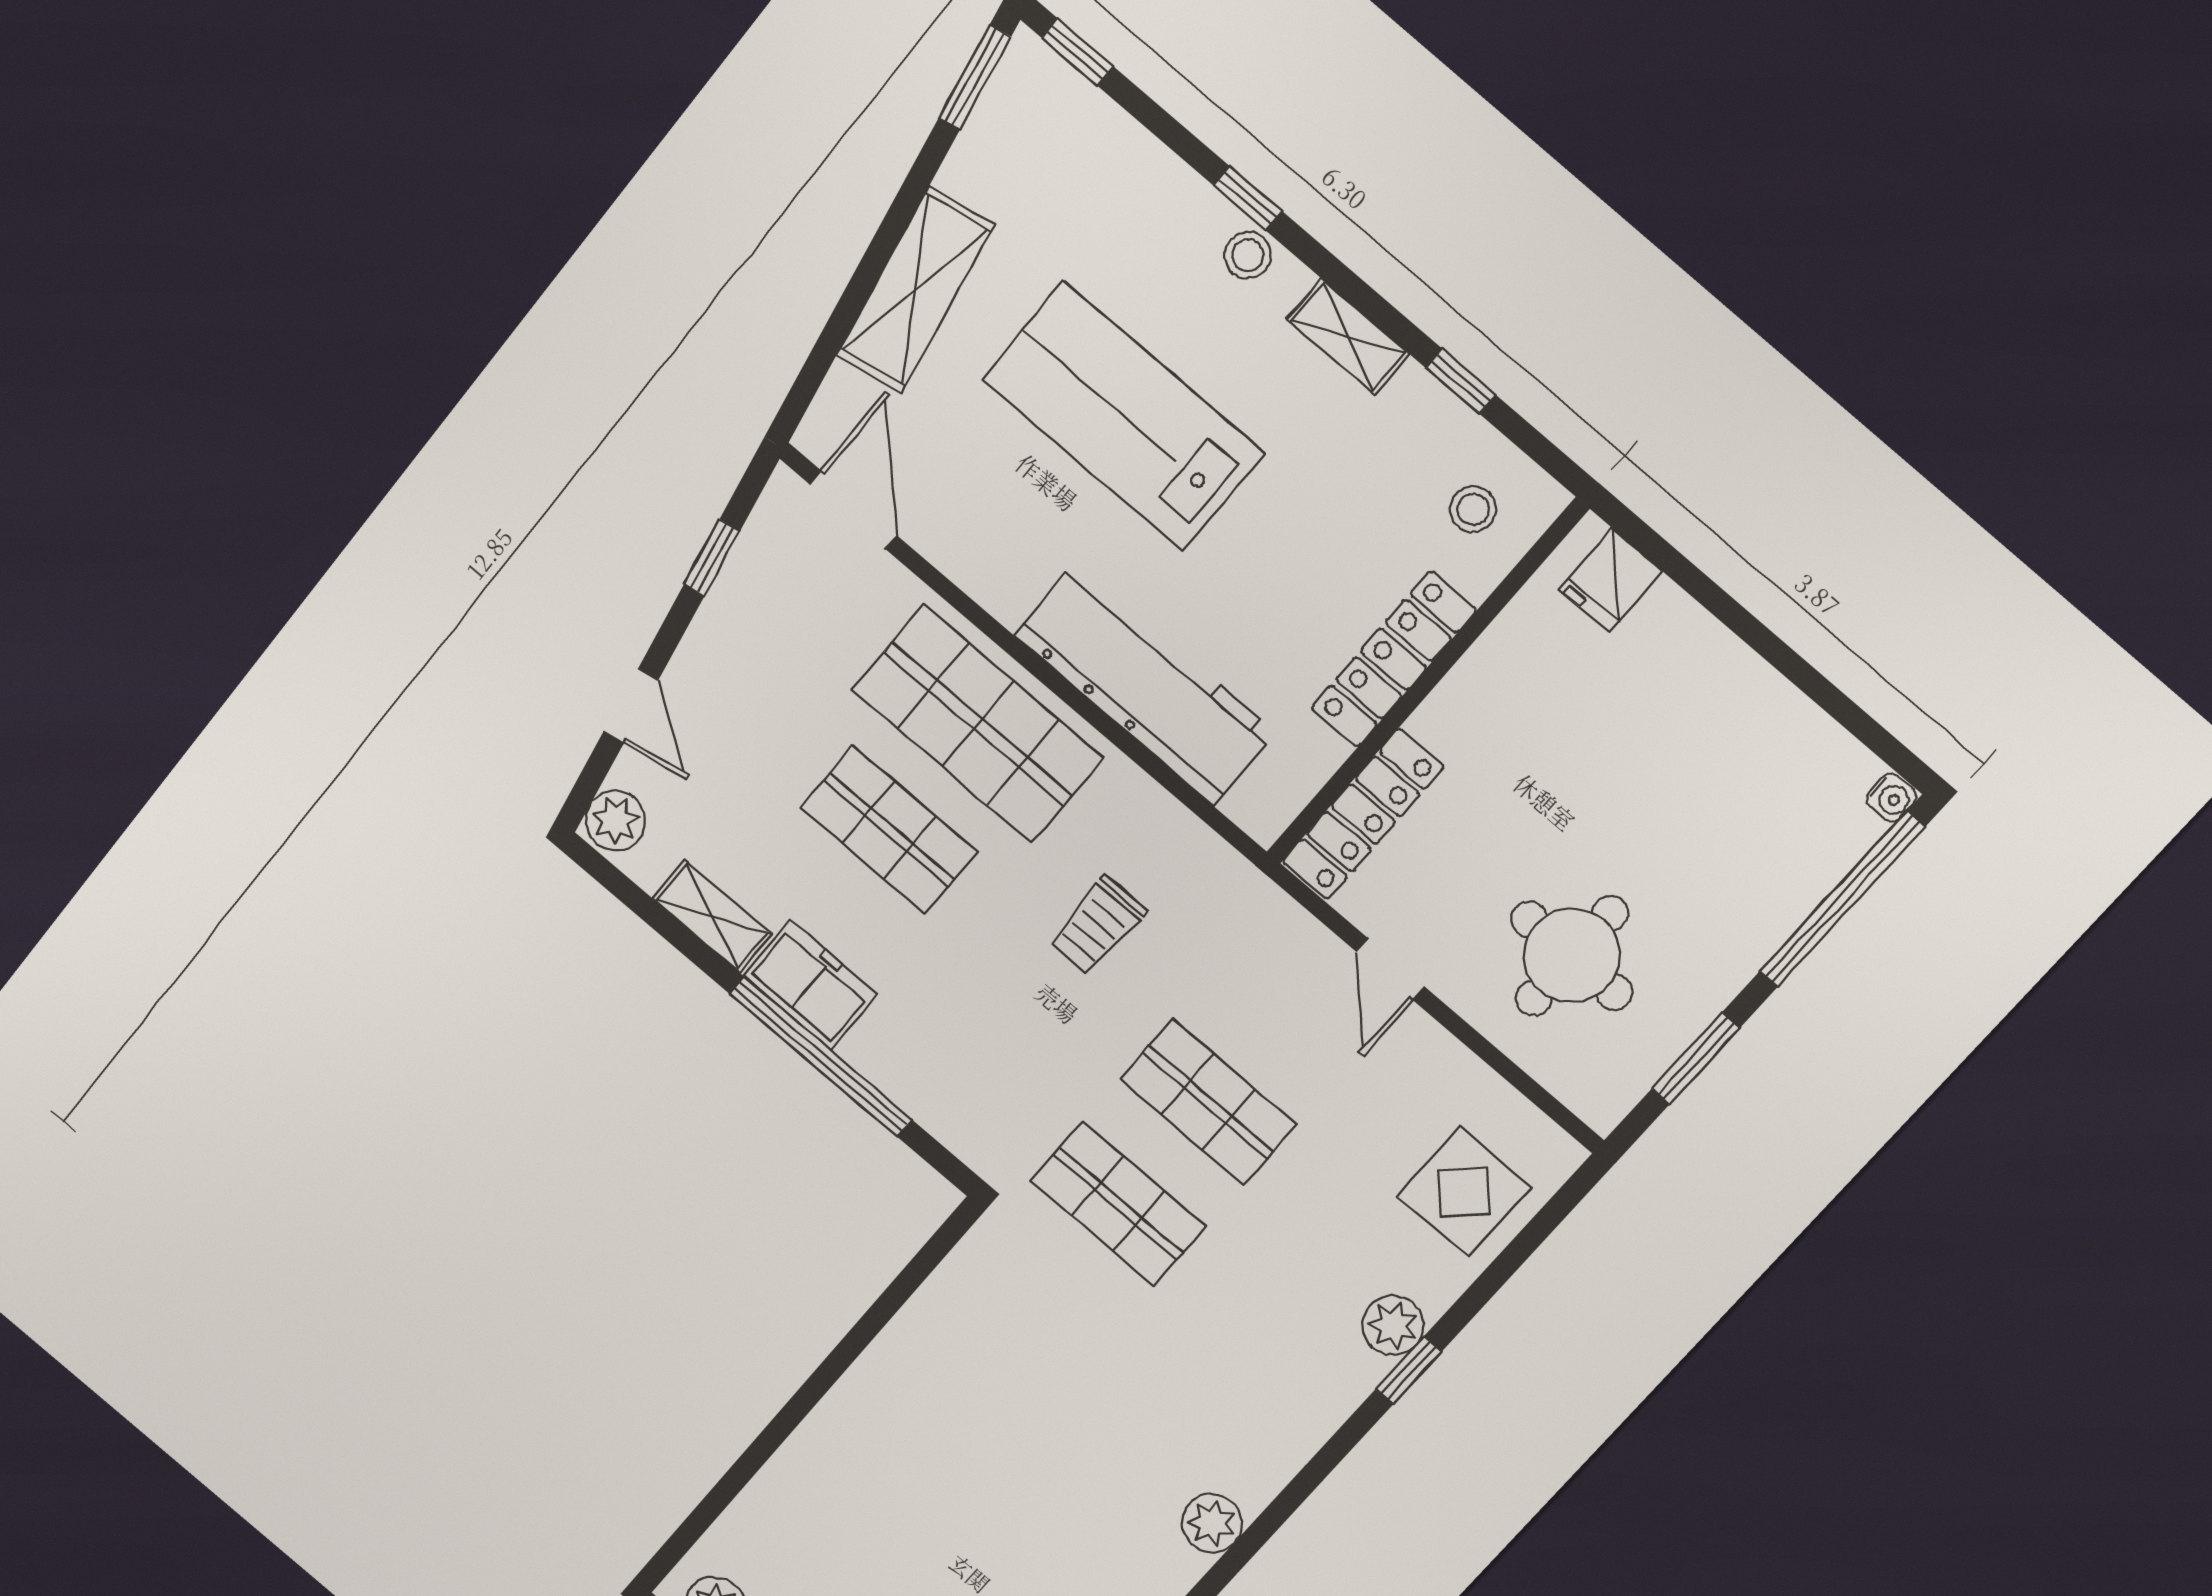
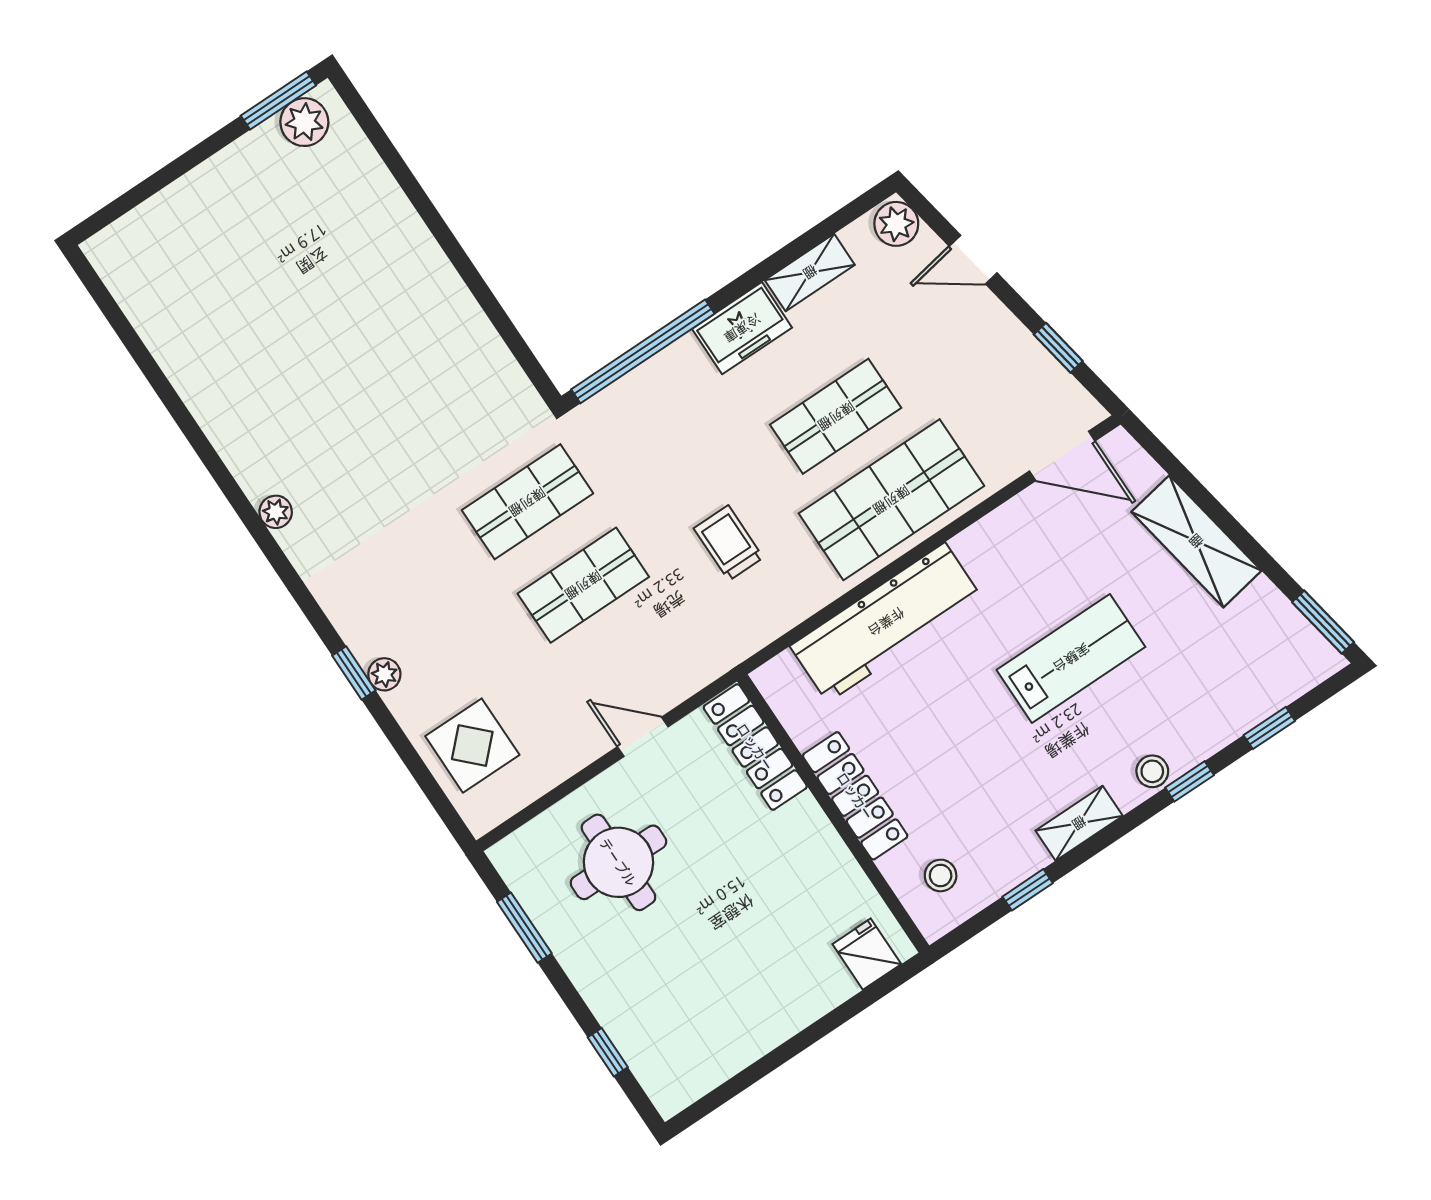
window: (1078, 52) -> (1269, 728), moved
lab bench: (1123, 416) -> (1071, 658), width x0.73, depth x0.72
water cooler: (1891, 798) -> (668, 1102), removed
window: (1842, 900) -> (608, 1052), width x0.32
window: (821, 1057) -> (643, 351), moved
plant: (1393, 1325) -> (384, 674), width x0.73, depth x0.73
plant: (1212, 1523) -> (276, 512), width x0.73, depth x0.73

